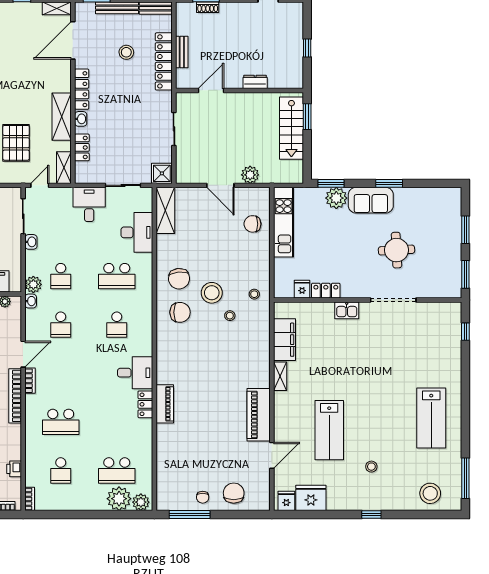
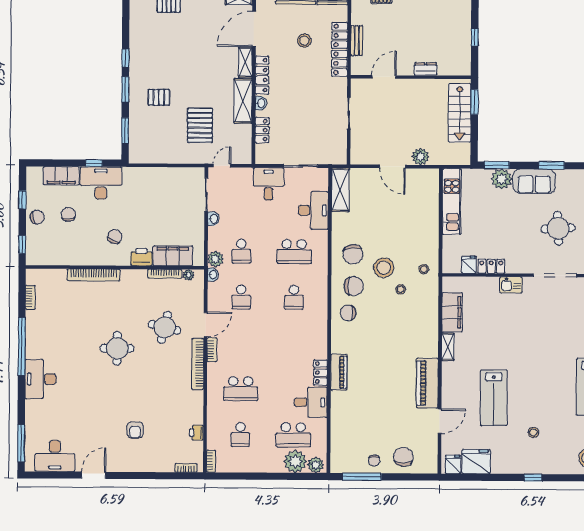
shelving: (64, 168) -> (245, 62), moved
shower: (162, 173) -> (337, 155), removed
chair: (252, 224) -> (348, 313), moved
desk: (135, 373) -> (311, 402), moved

